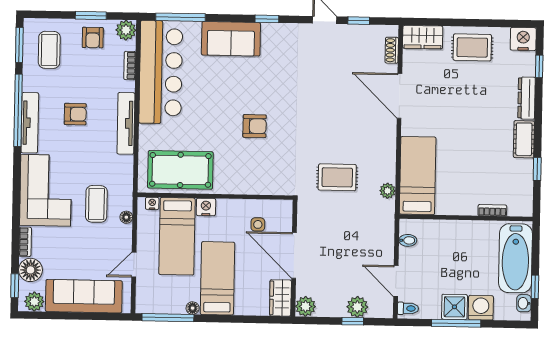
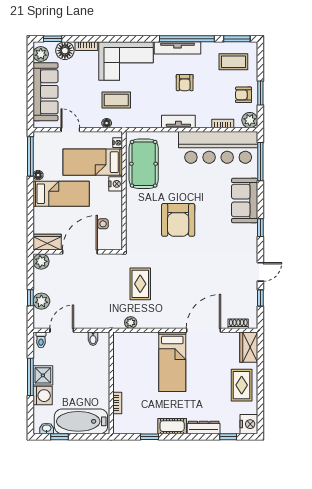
tv unit: (126, 123) -> (178, 121), width x0.71
armchair: (255, 126) -> (178, 220), width x1.88, depth x1.88
bed: (418, 176) -> (172, 362), moved, turned 90

